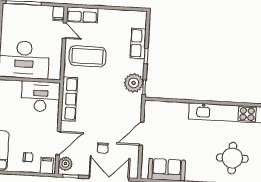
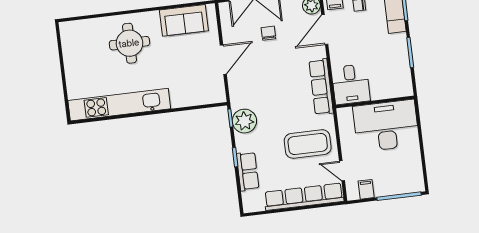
filing cabinet: (59, 13) -> (366, 189), moved
row of seats: (82, 15) -> (304, 197), width x2.02
desk: (41, 97) -> (351, 84), width x0.73
round table: (232, 158) -> (129, 43), moved

